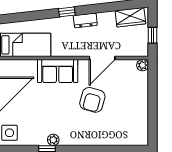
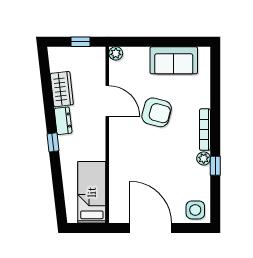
wardrobe: (130, 17) -> (62, 89), moved
sofa: (58, 71) -> (174, 60), moved, turned 90
bookcase: (78, 141) -> (205, 130), added

